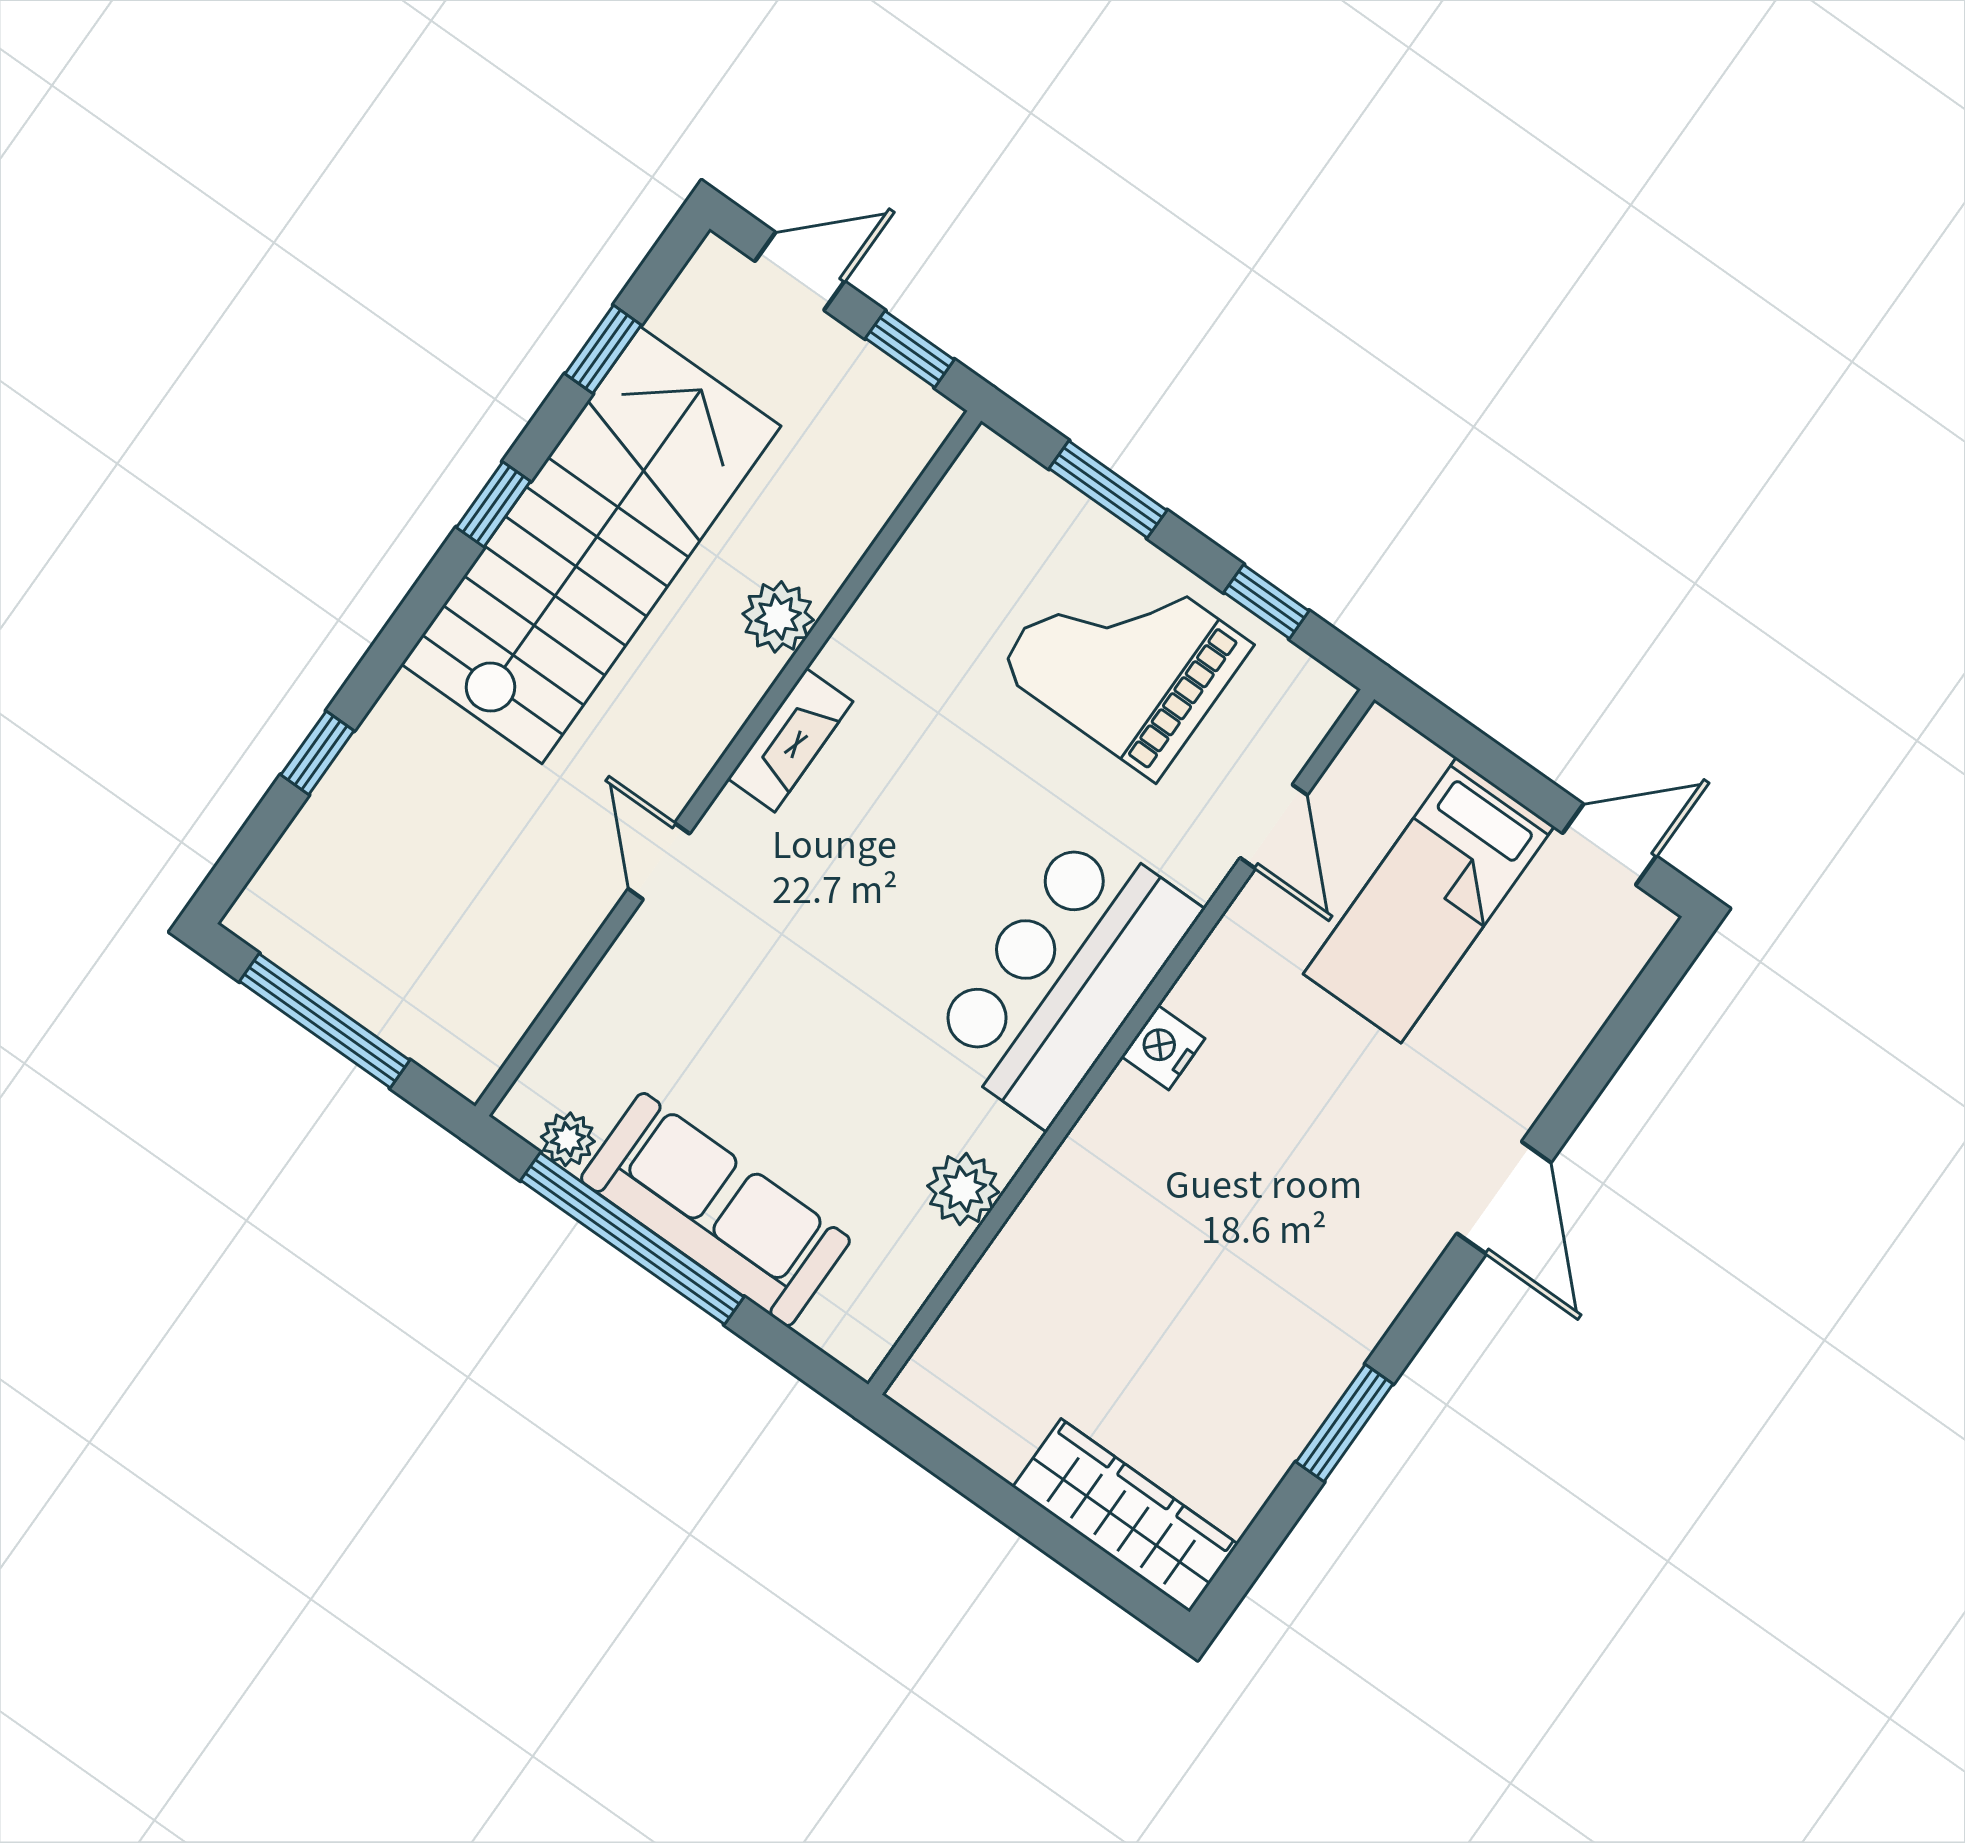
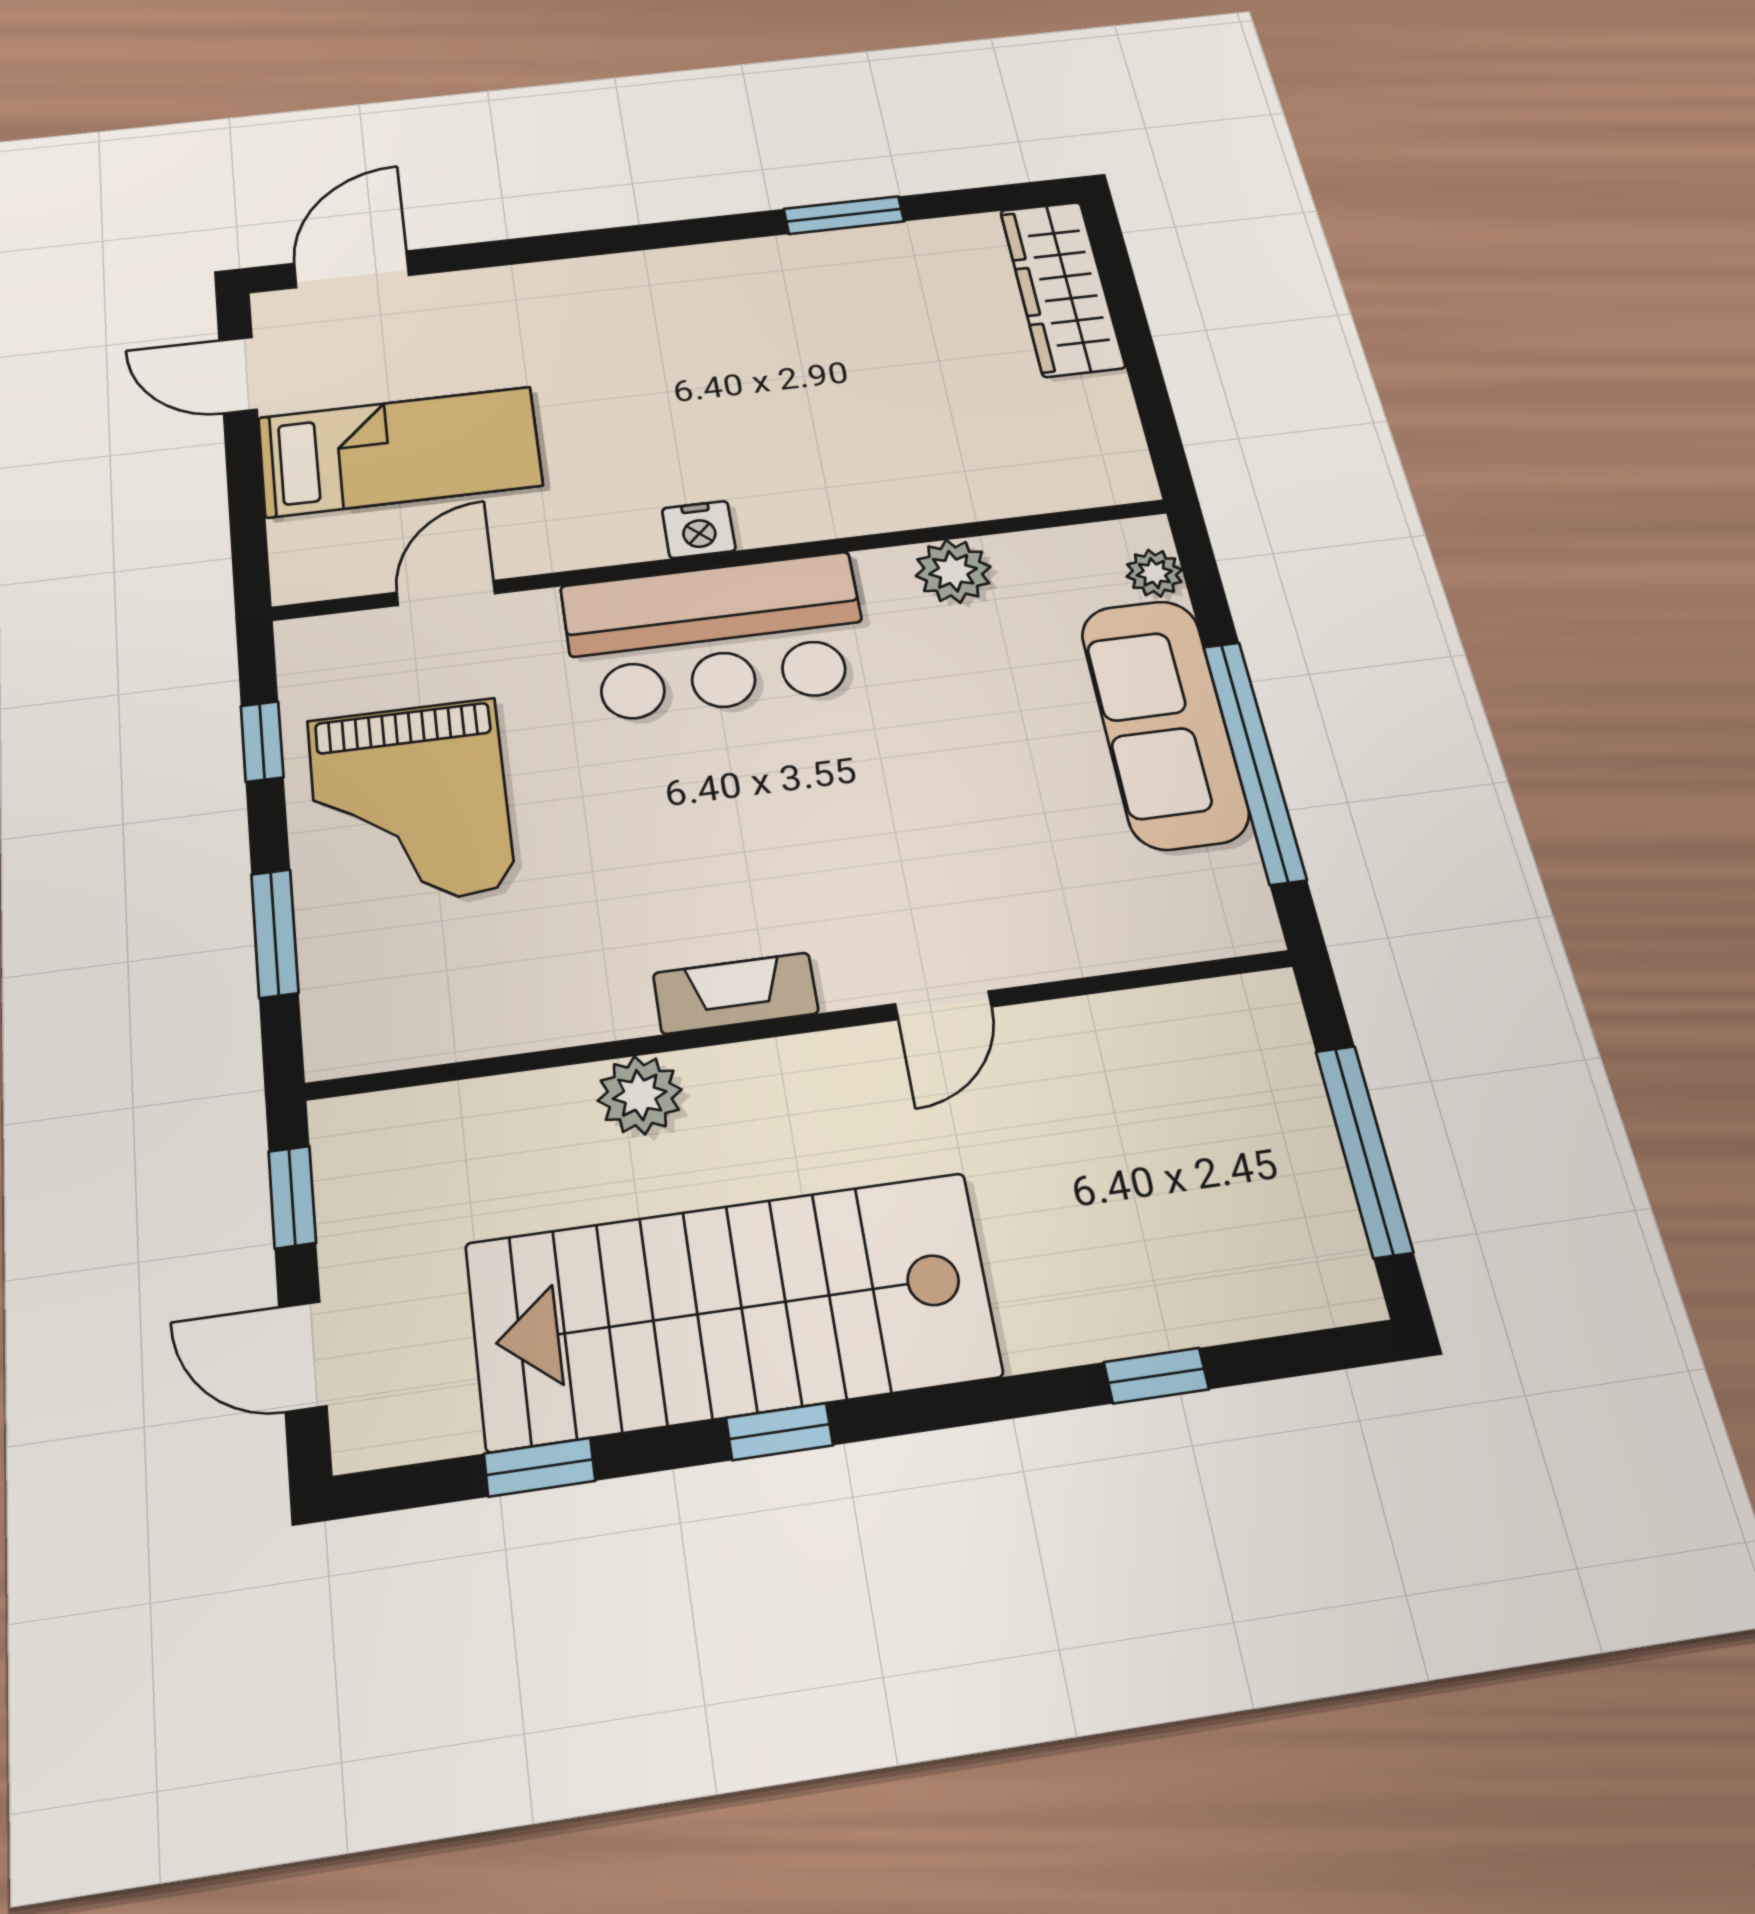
plant: (568, 1139) -> (1154, 573), moved
door: (1504, 1198) -> (351, 269), moved

